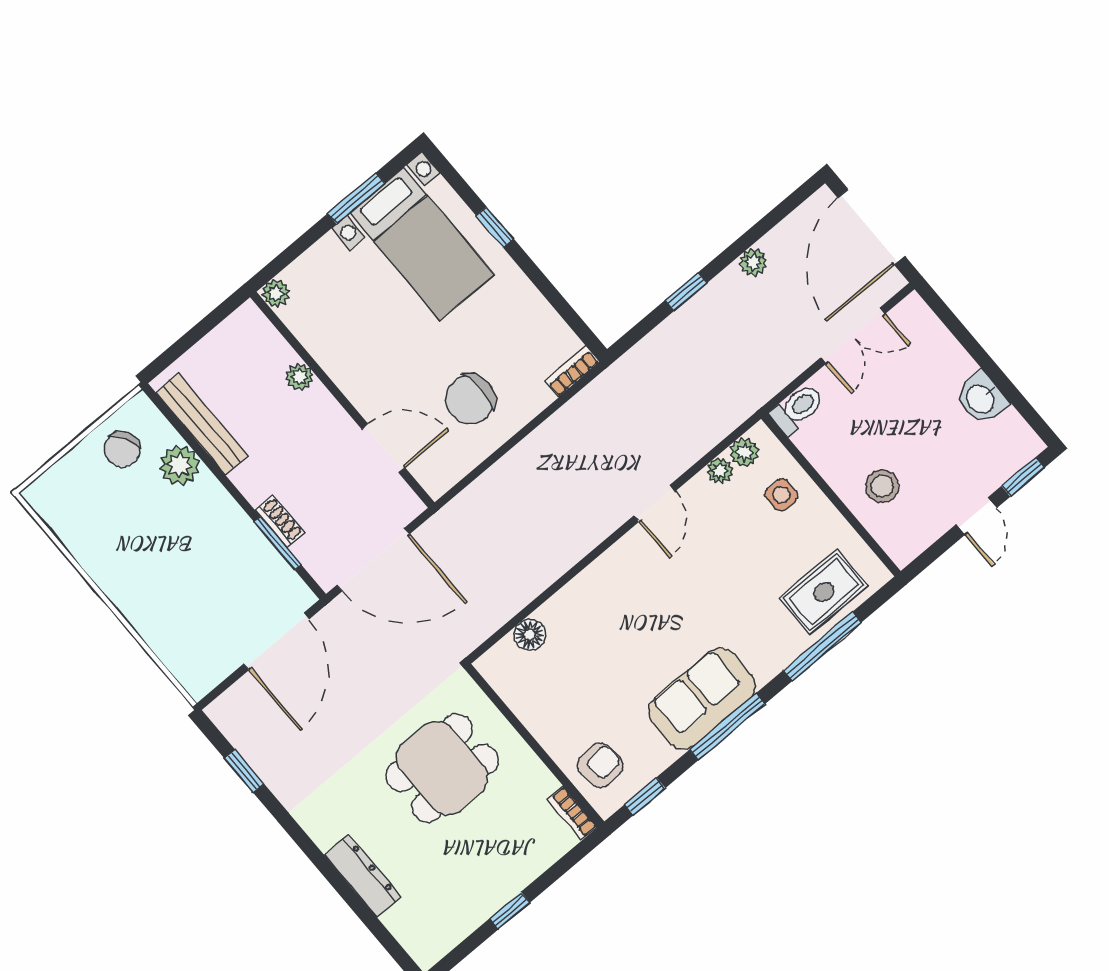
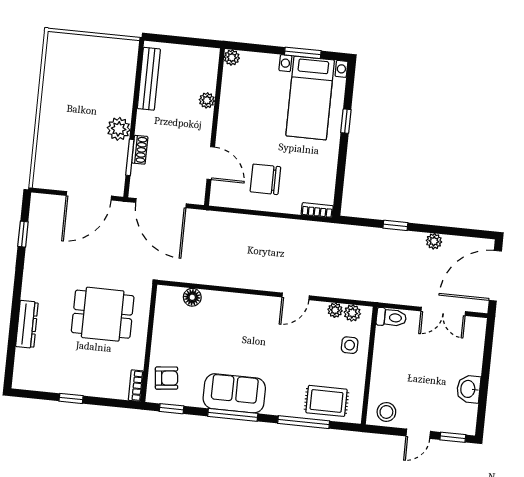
chair: (122, 449) -> (107, 56), removed
plant: (180, 465) -> (119, 129), moved
stool: (882, 486) -> (386, 412), moved

